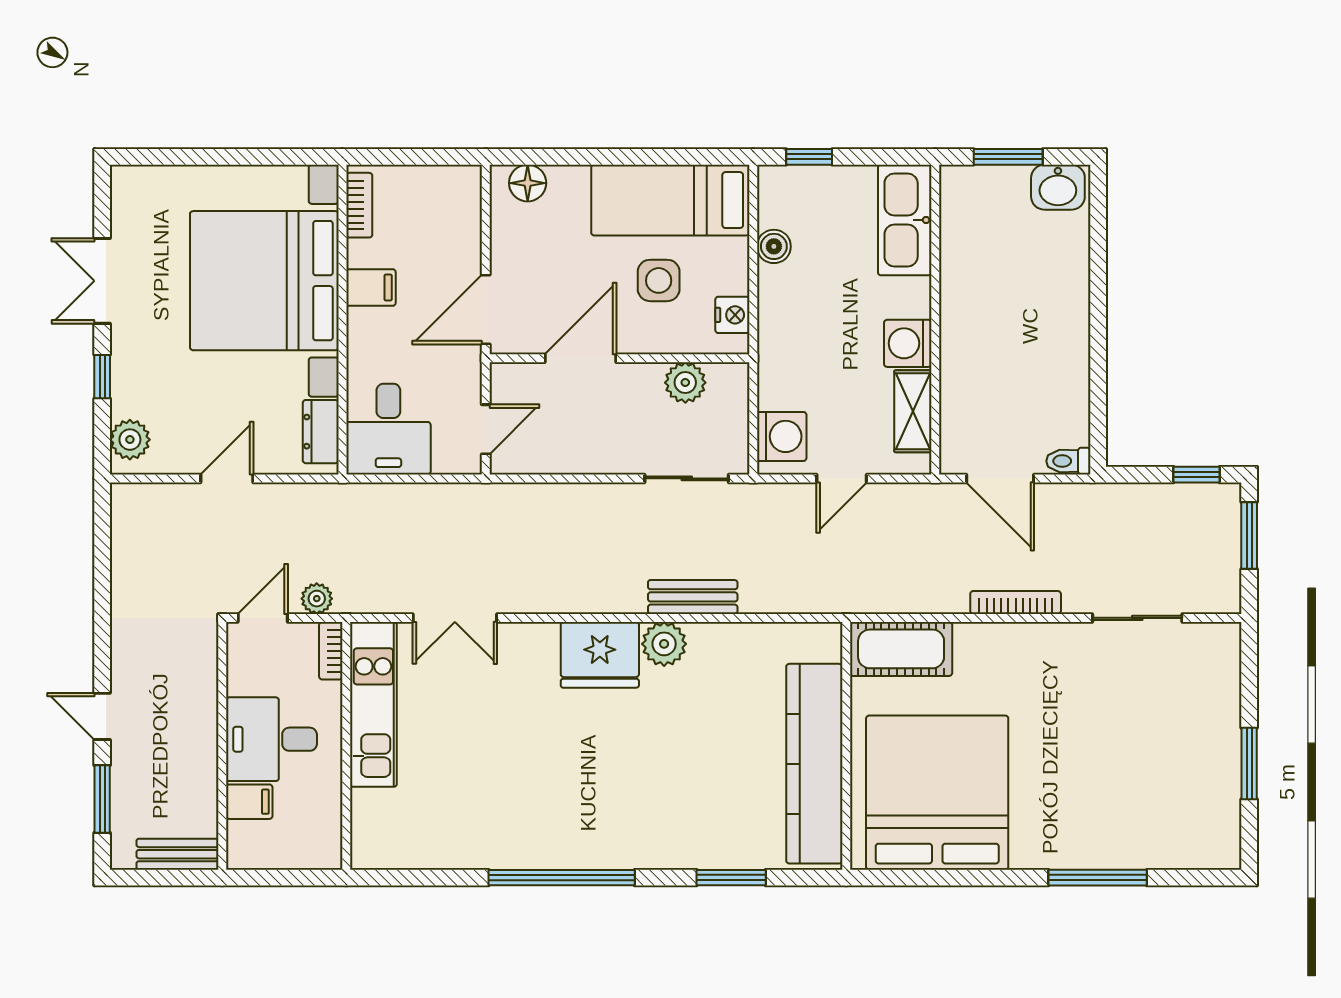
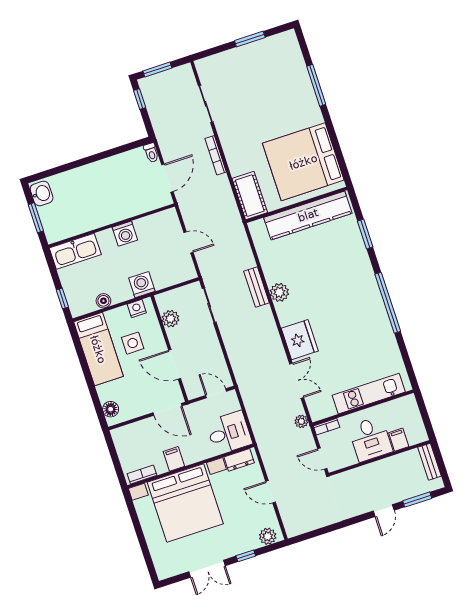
shelving: (913, 411) -> (152, 222), removed
washing machine: (782, 436) -> (142, 285), moved
plant: (317, 599) -> (301, 421), moved
fridge: (600, 655) -> (300, 340), moved
kitchen unit: (373, 704) -> (369, 394), moved

